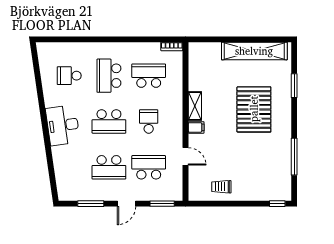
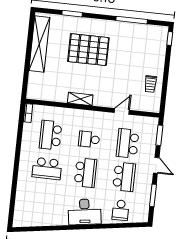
school desk: (69, 76) -> (120, 210), moved
filing cabinet: (196, 127) -> (98, 100), removed

